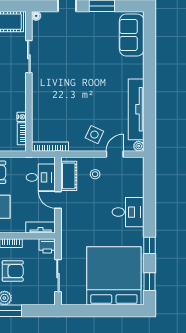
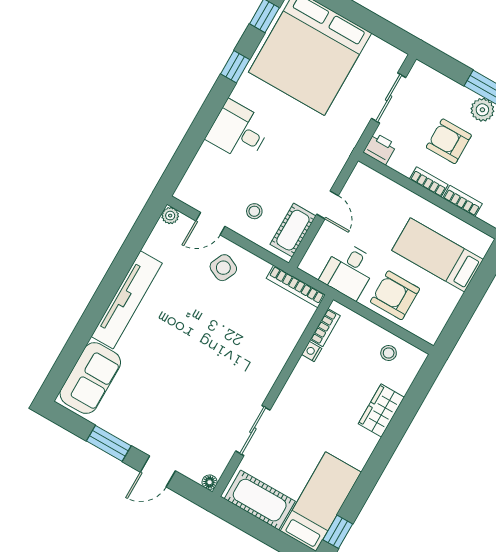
tv unit: (136, 109) -> (127, 300), moved
desk: (41, 177) -> (349, 271), moved, turned -90
tv unit: (41, 228) -> (374, 180), removed

